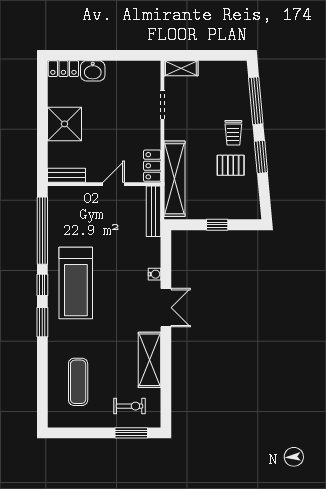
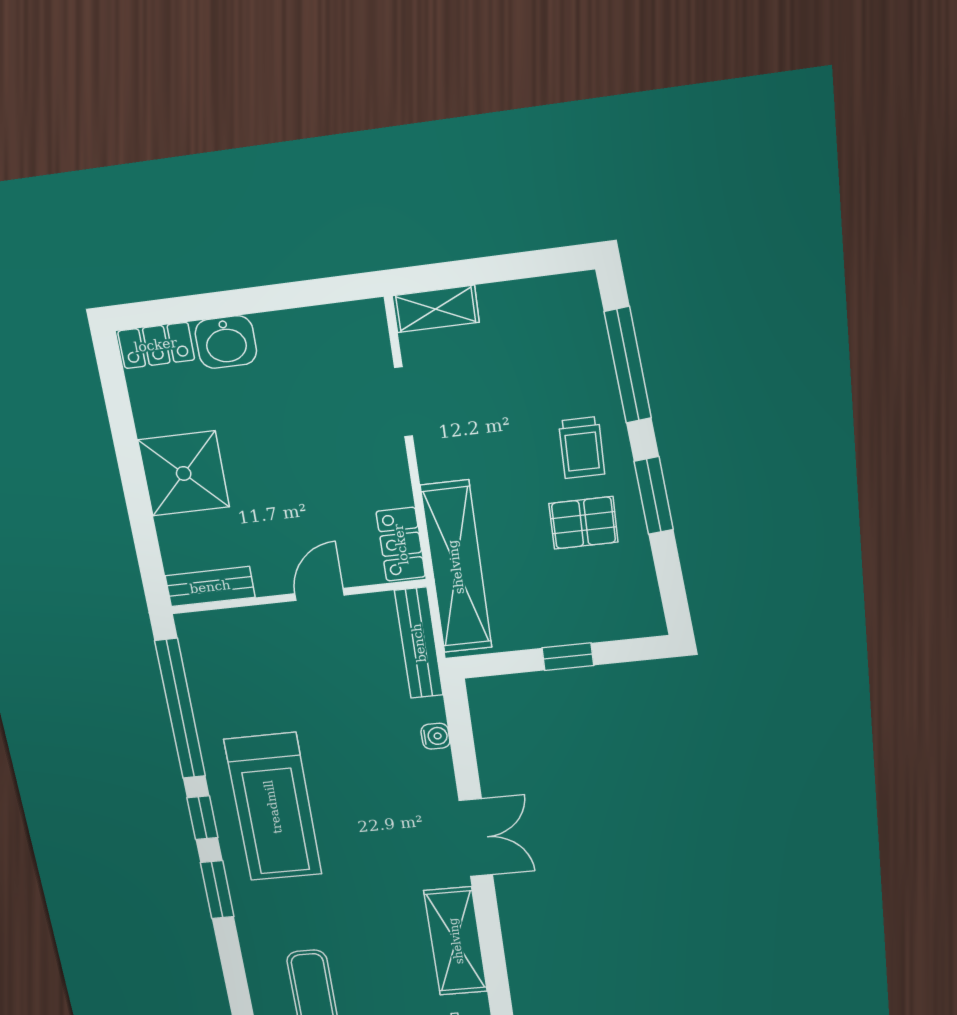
water cooler: (154, 274) -> (435, 736), moved

